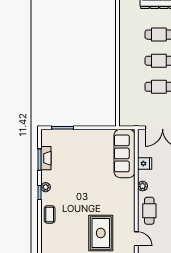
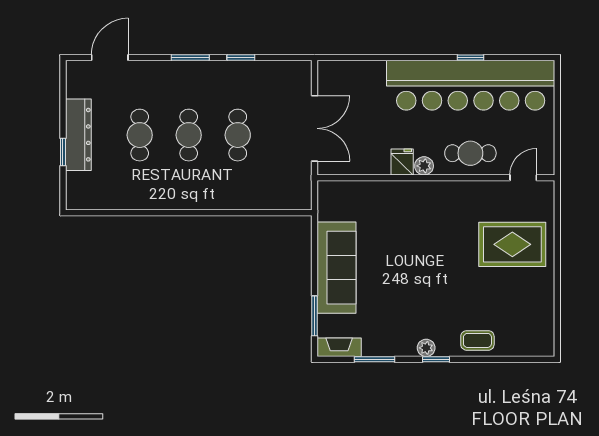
sofa: (124, 153) -> (337, 268), moved, turned -90
fireplace: (46, 158) -> (339, 347), moved
fridge: (145, 164) -> (402, 162), moved

